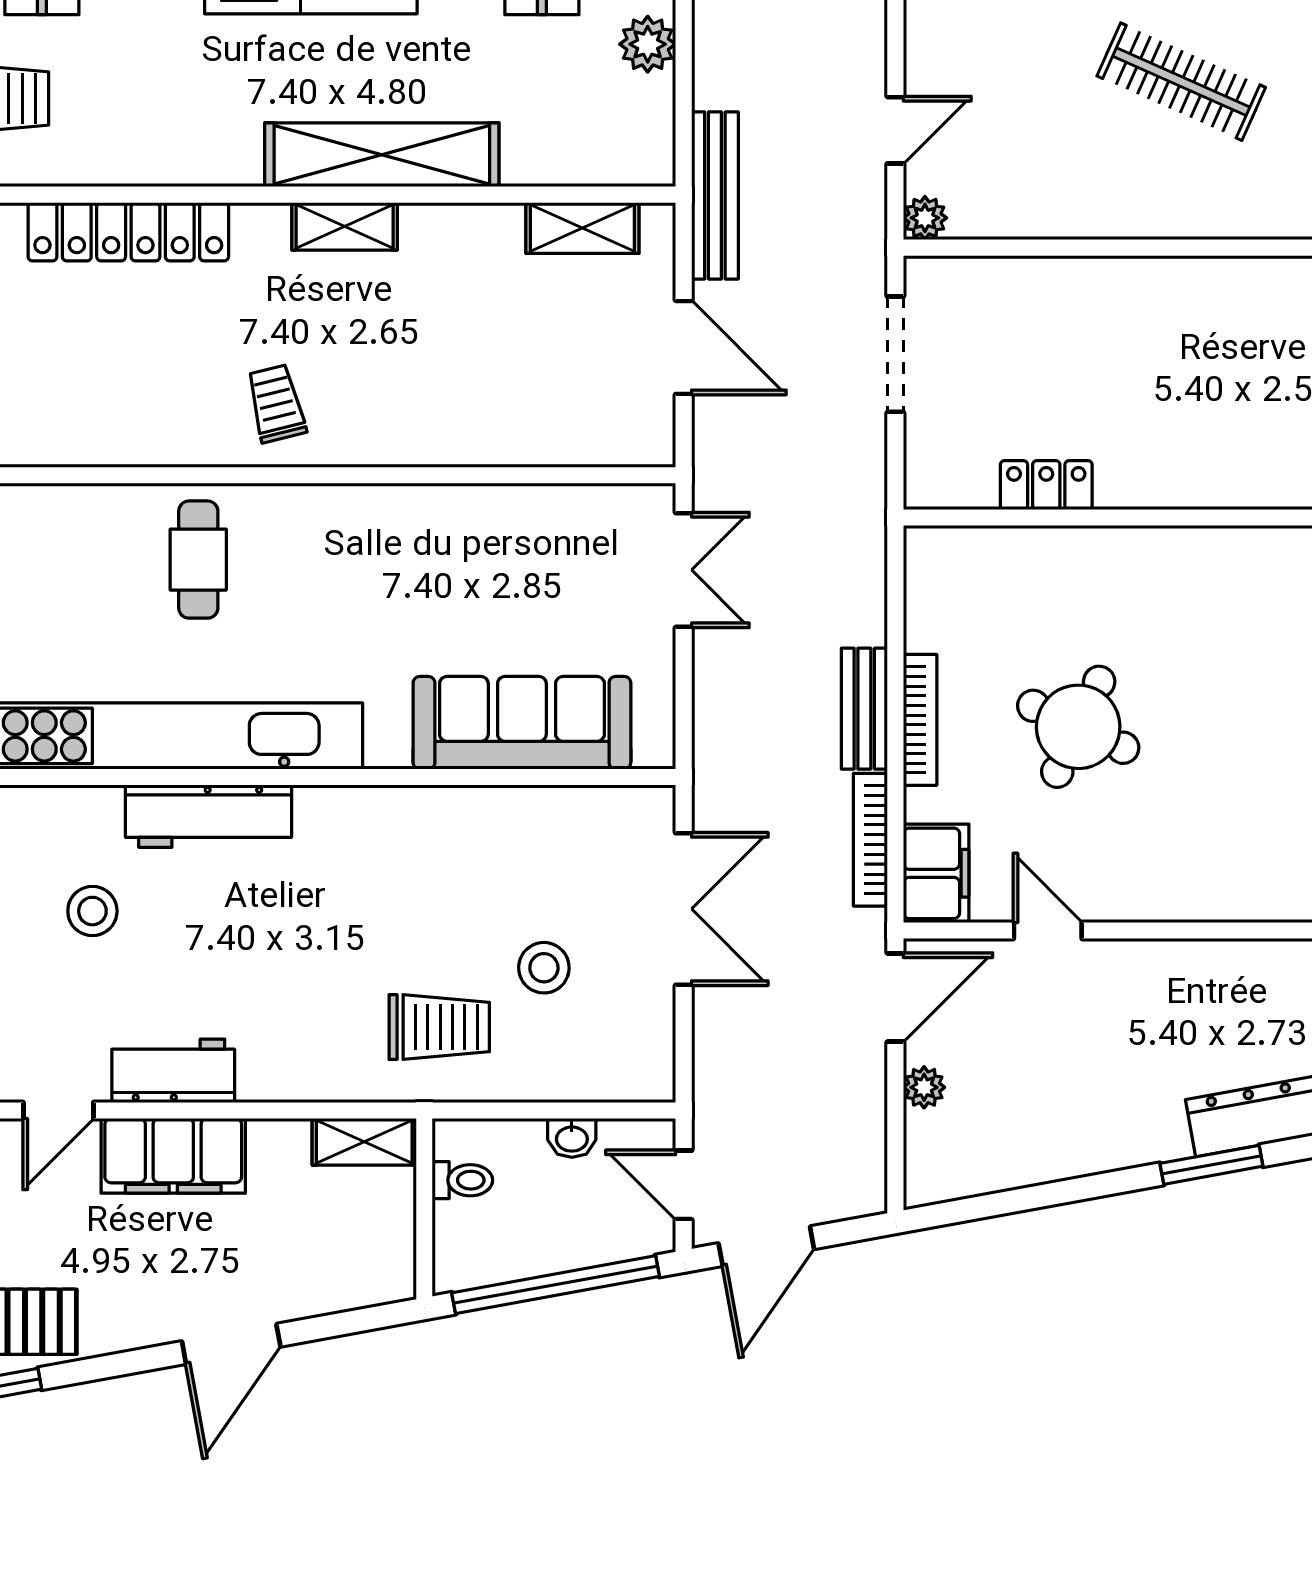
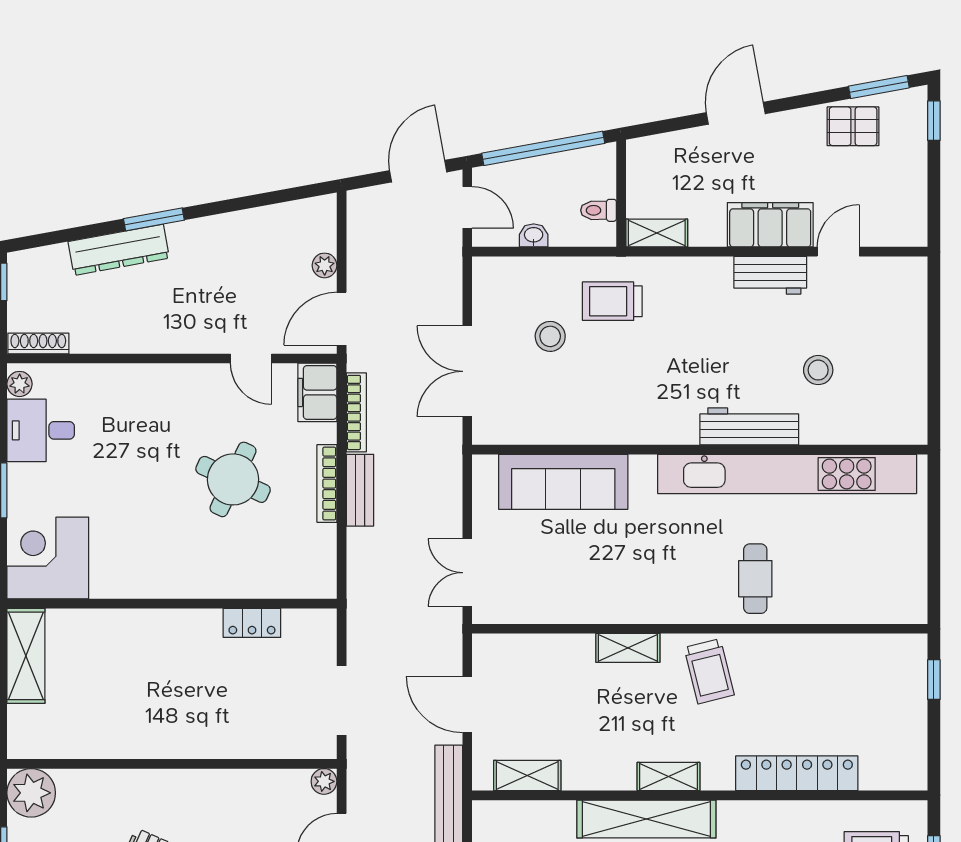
trolley: (276, 404) -> (709, 671), width x1.36, depth x1.39
shelving: (413, 443) -> (628, 648), added

